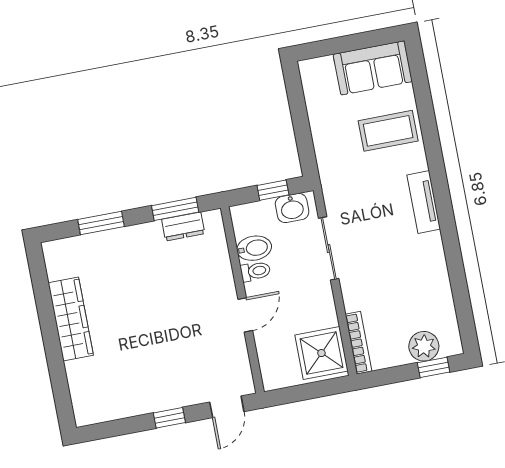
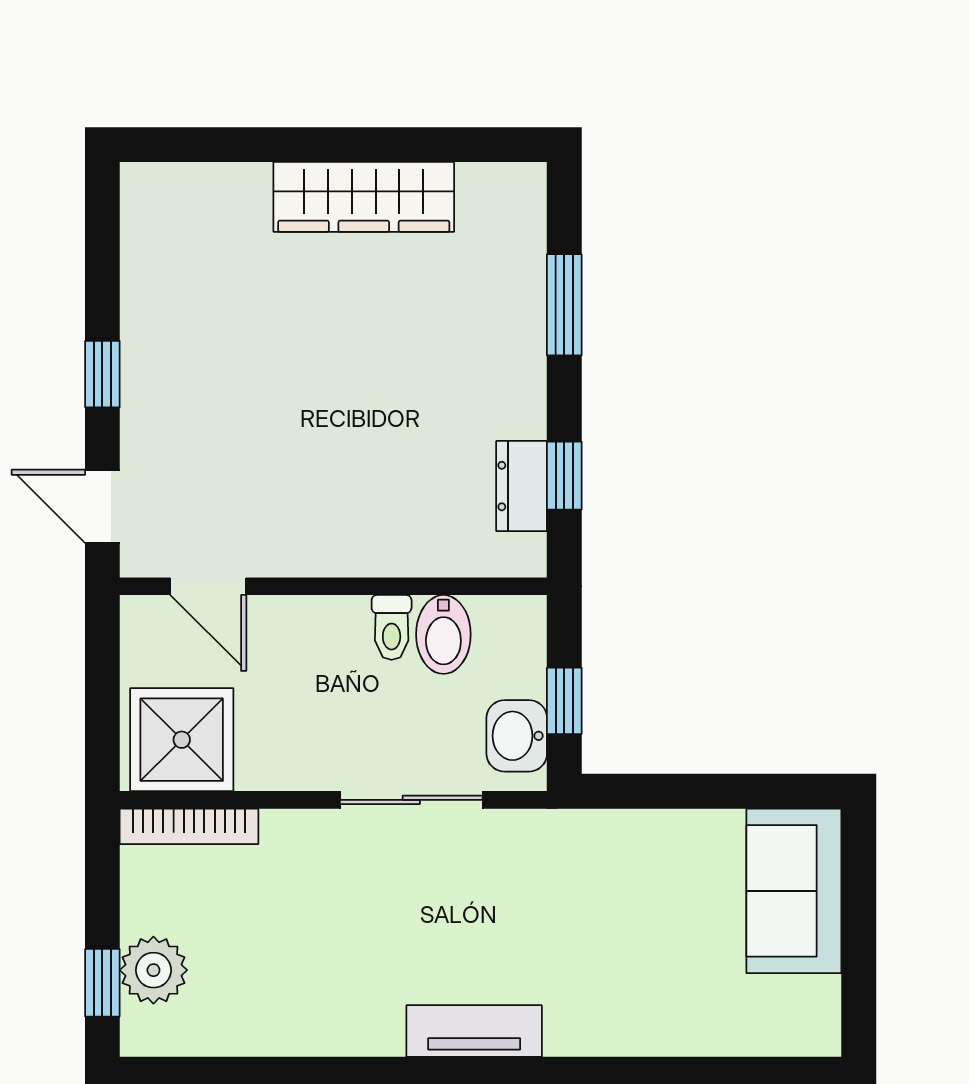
sofa: (373, 68) -> (794, 891), moved
coffee table: (388, 131) -> (647, 982), removed
window: (175, 209) -> (564, 476), width x0.67
door: (245, 315) -> (208, 586), moved

